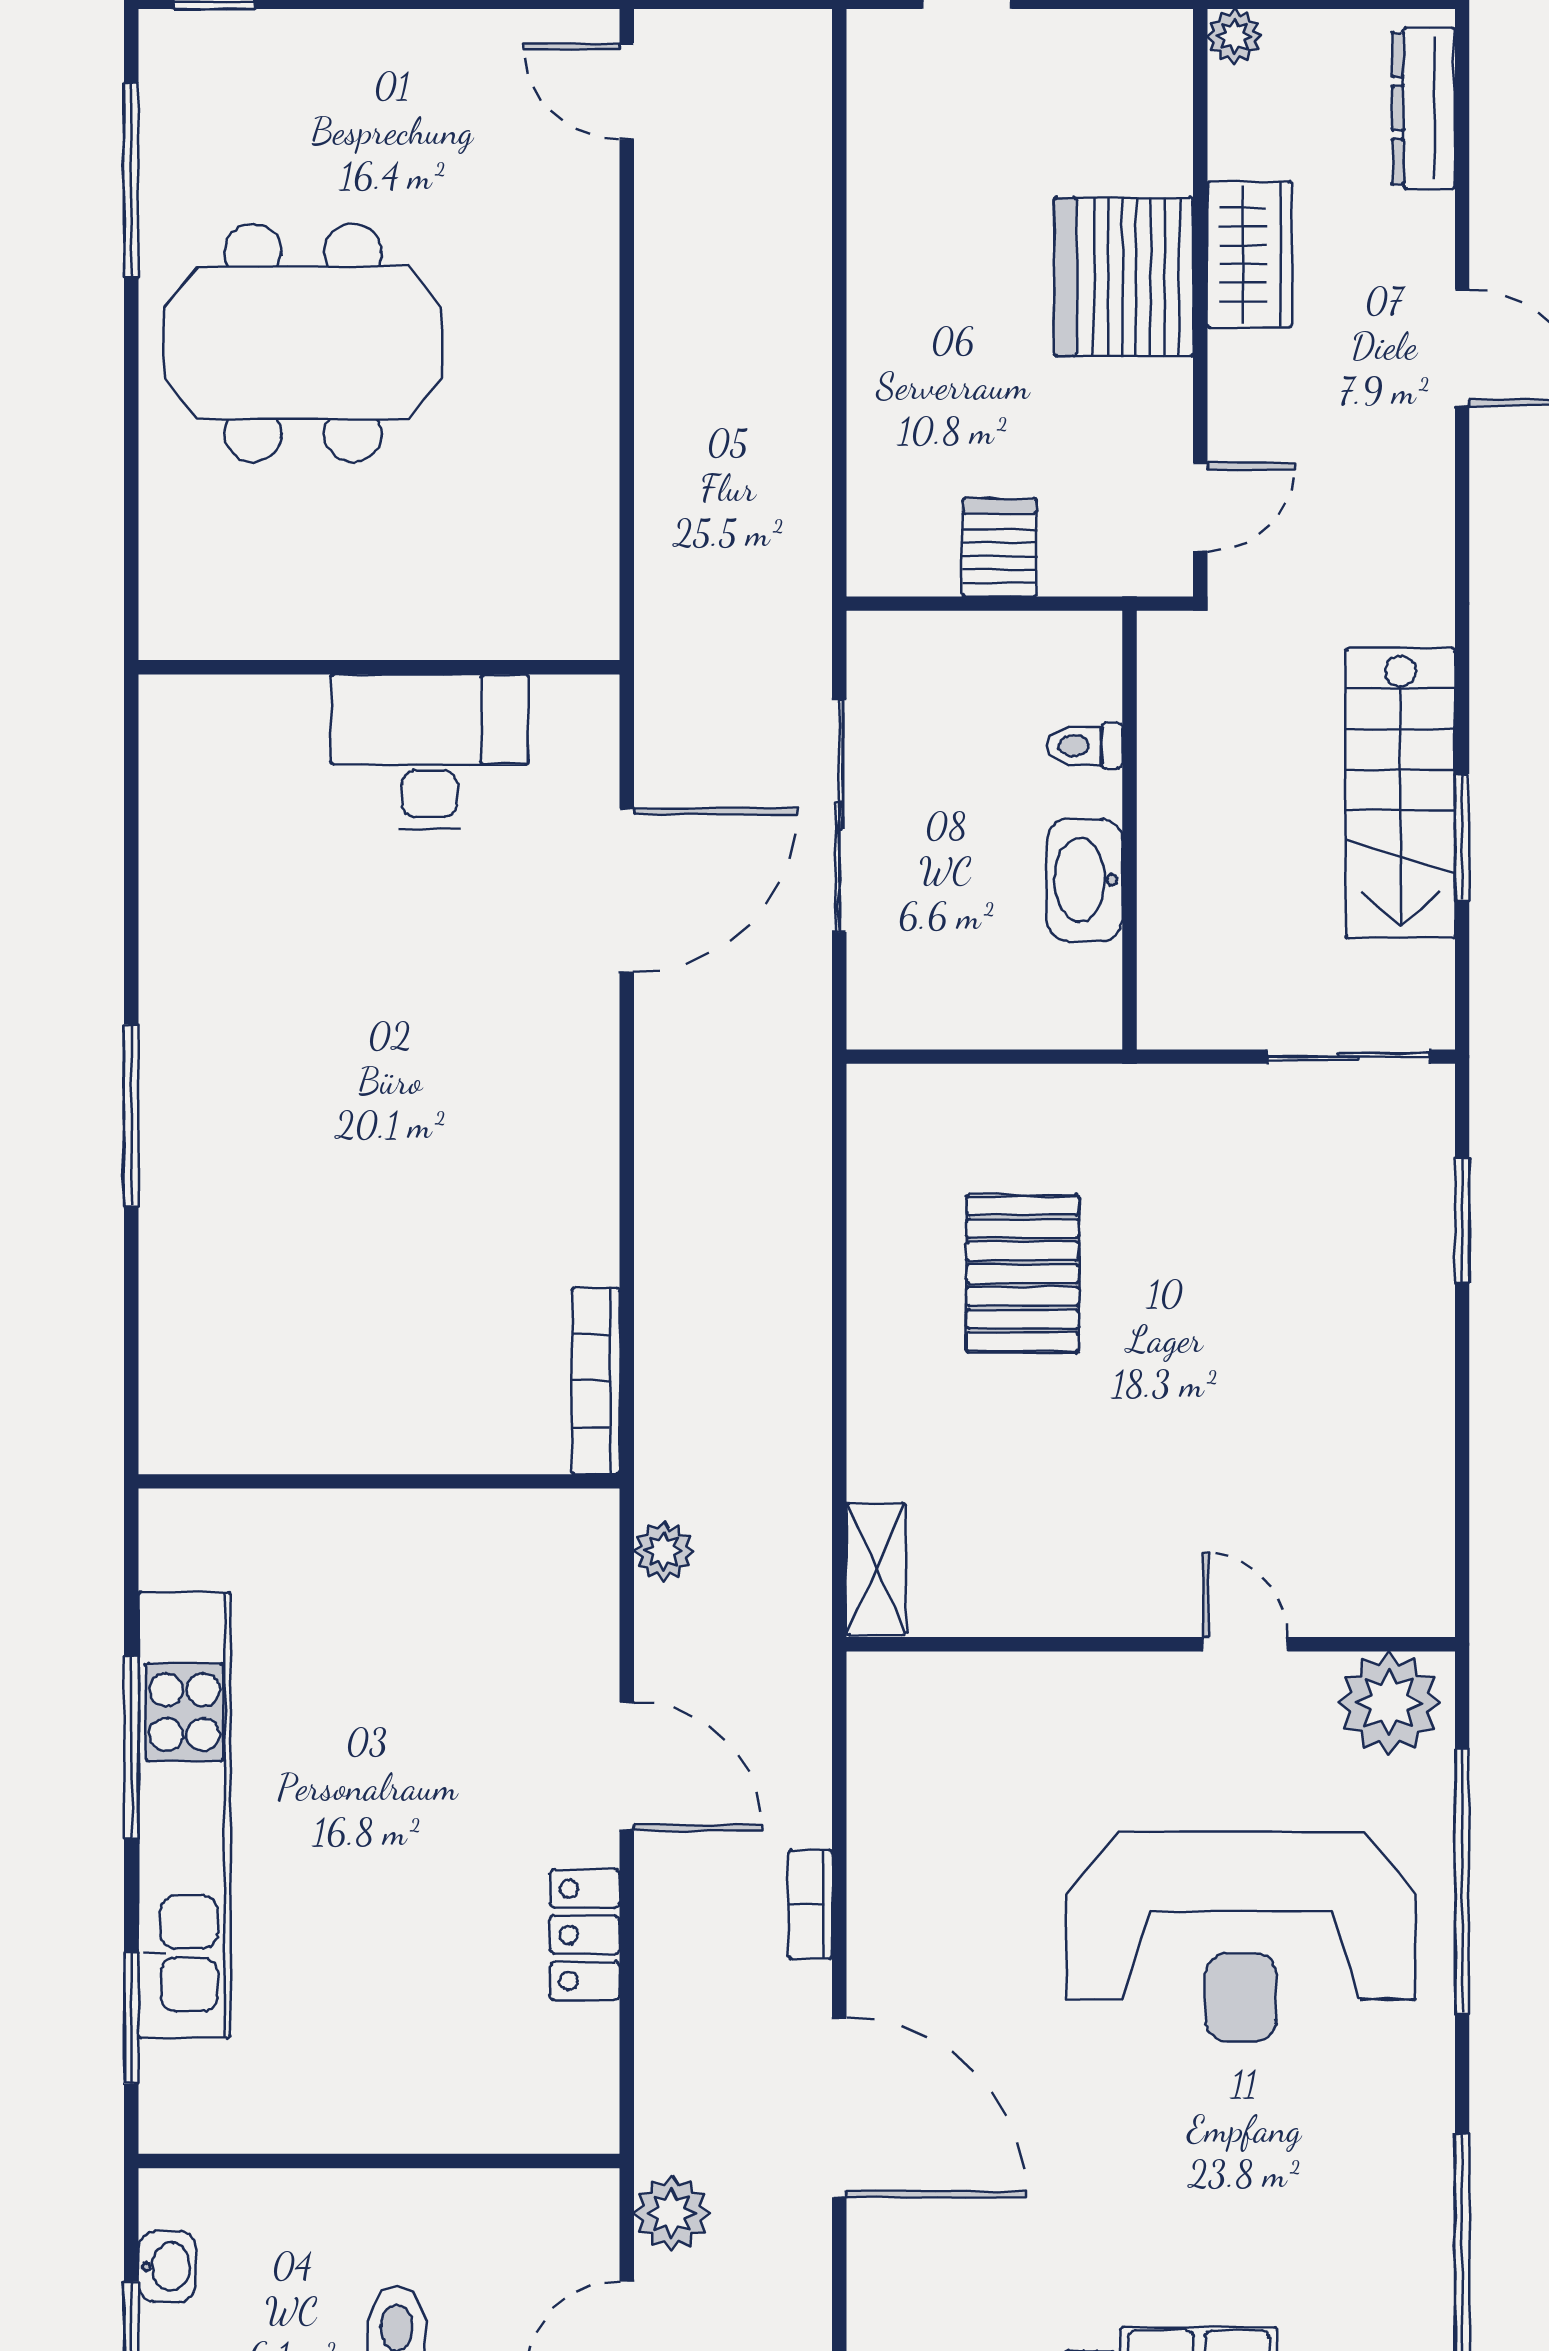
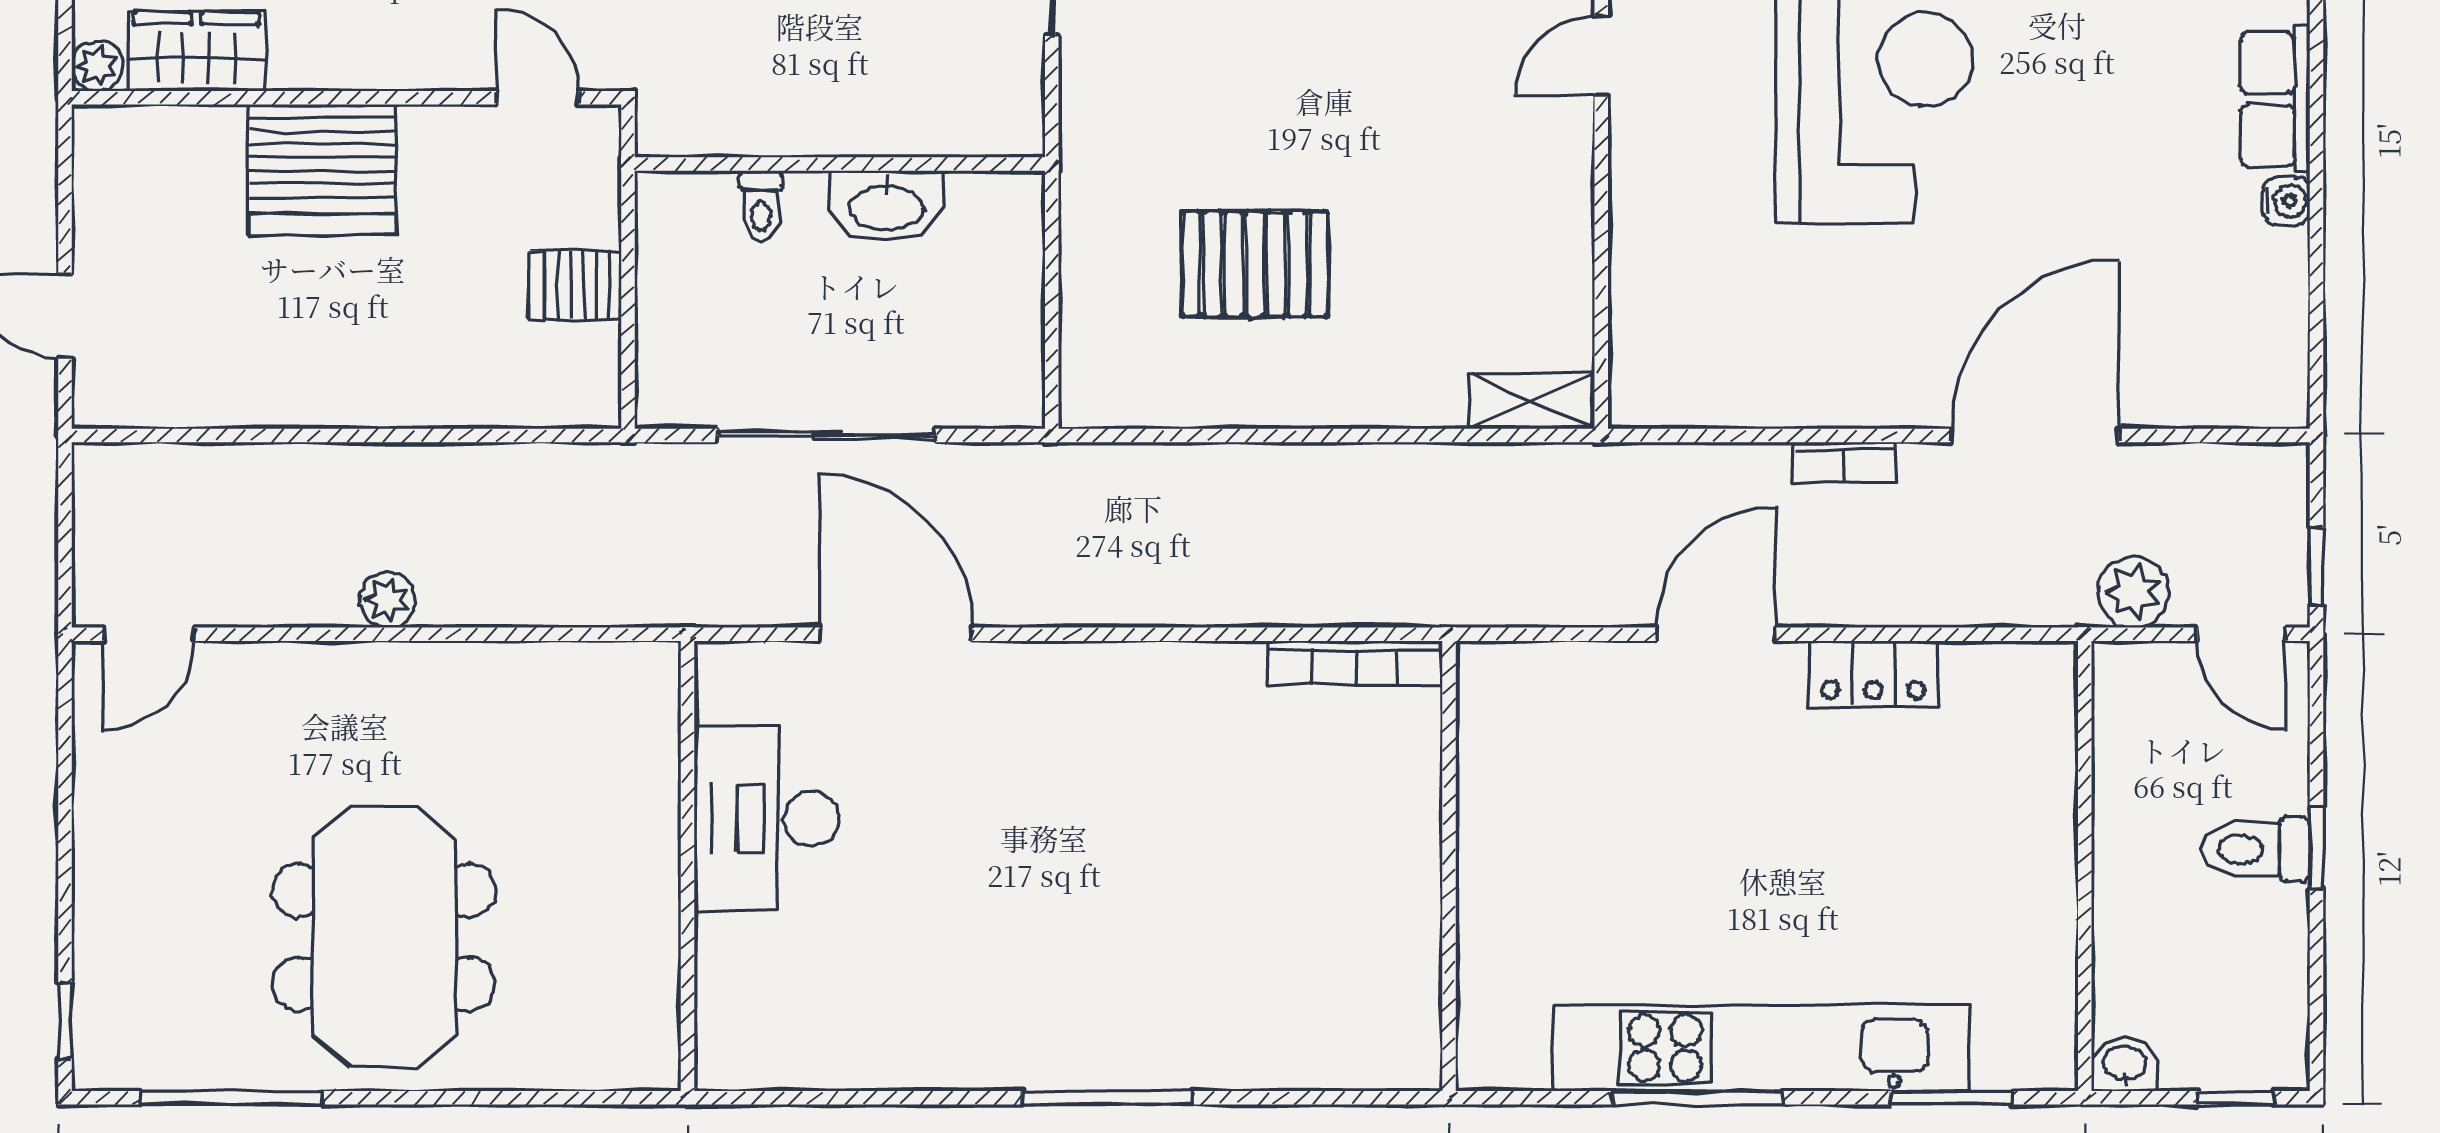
wardrobe: (1250, 254) -> (196, 51), moved
plant: (664, 1551) -> (387, 600), moved
washbasin: (167, 2267) -> (2124, 1064), moved

